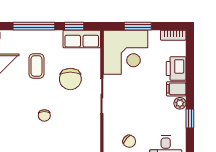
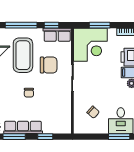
coffee table: (36, 66) -> (23, 55), width x1.86, depth x1.72
chair: (70, 79) -> (49, 65), turned -90

